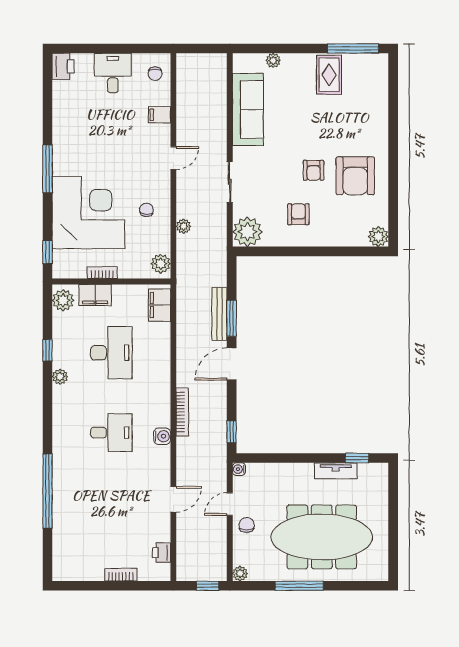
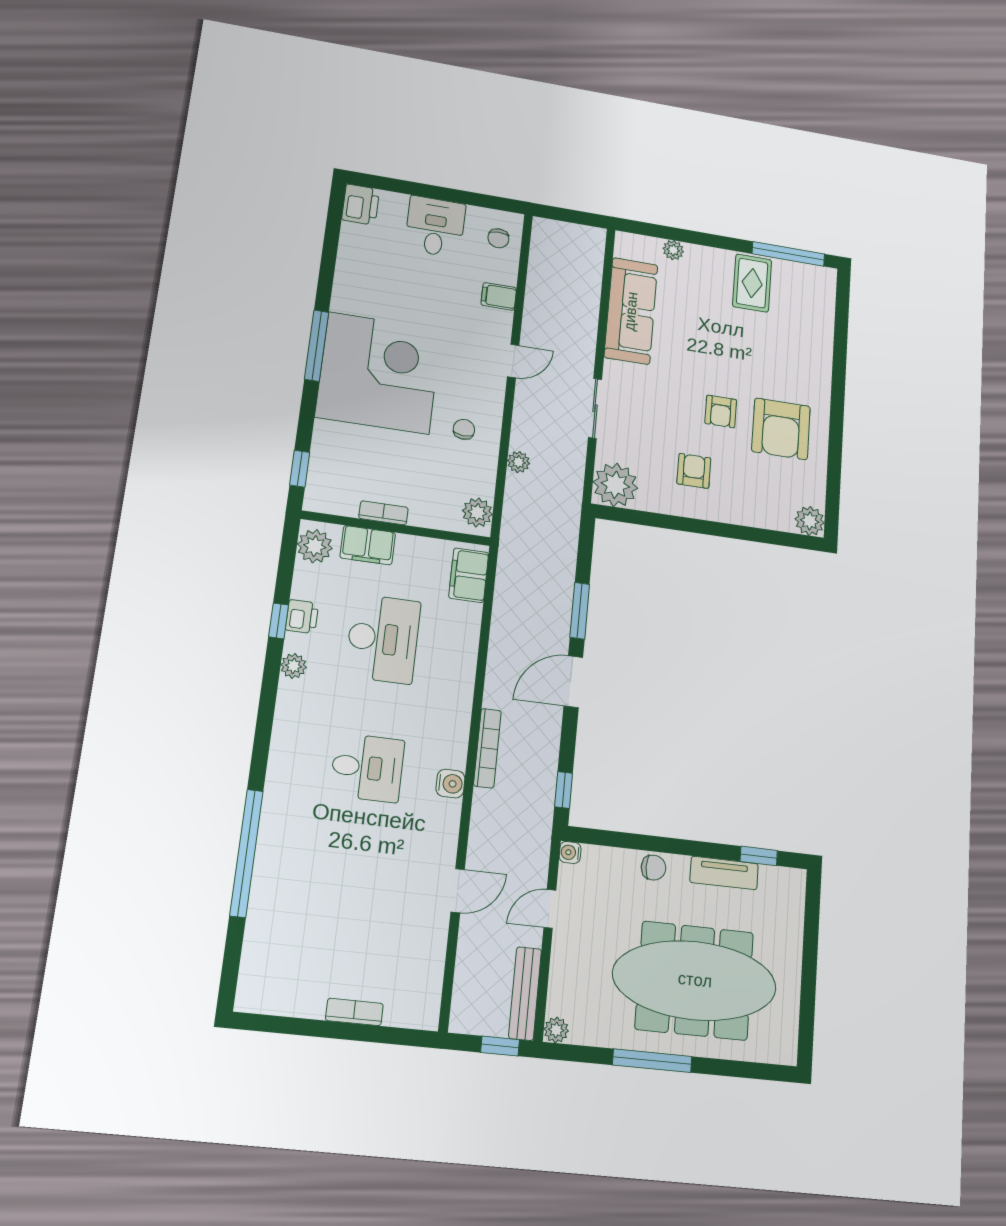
corner desk: (88, 212) -> (379, 373), moved
bench: (219, 314) -> (525, 993), moved
chair: (247, 525) -> (654, 868), moved, turned 89
printer: (162, 553) -> (302, 617), moved, turned 180

